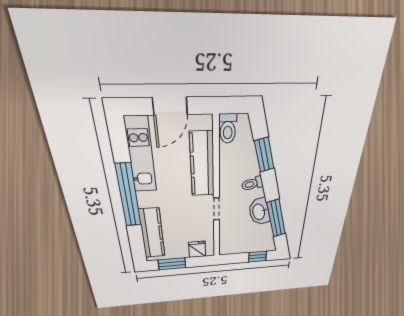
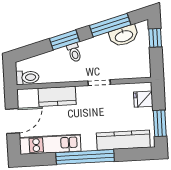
door: (170, 106) -> (12, 121), hinge flipped
window: (264, 155) -> (64, 40), moved
kitchen counter: (202, 165) -> (57, 96), width x0.67
washbasin: (259, 212) -> (124, 36), moved

